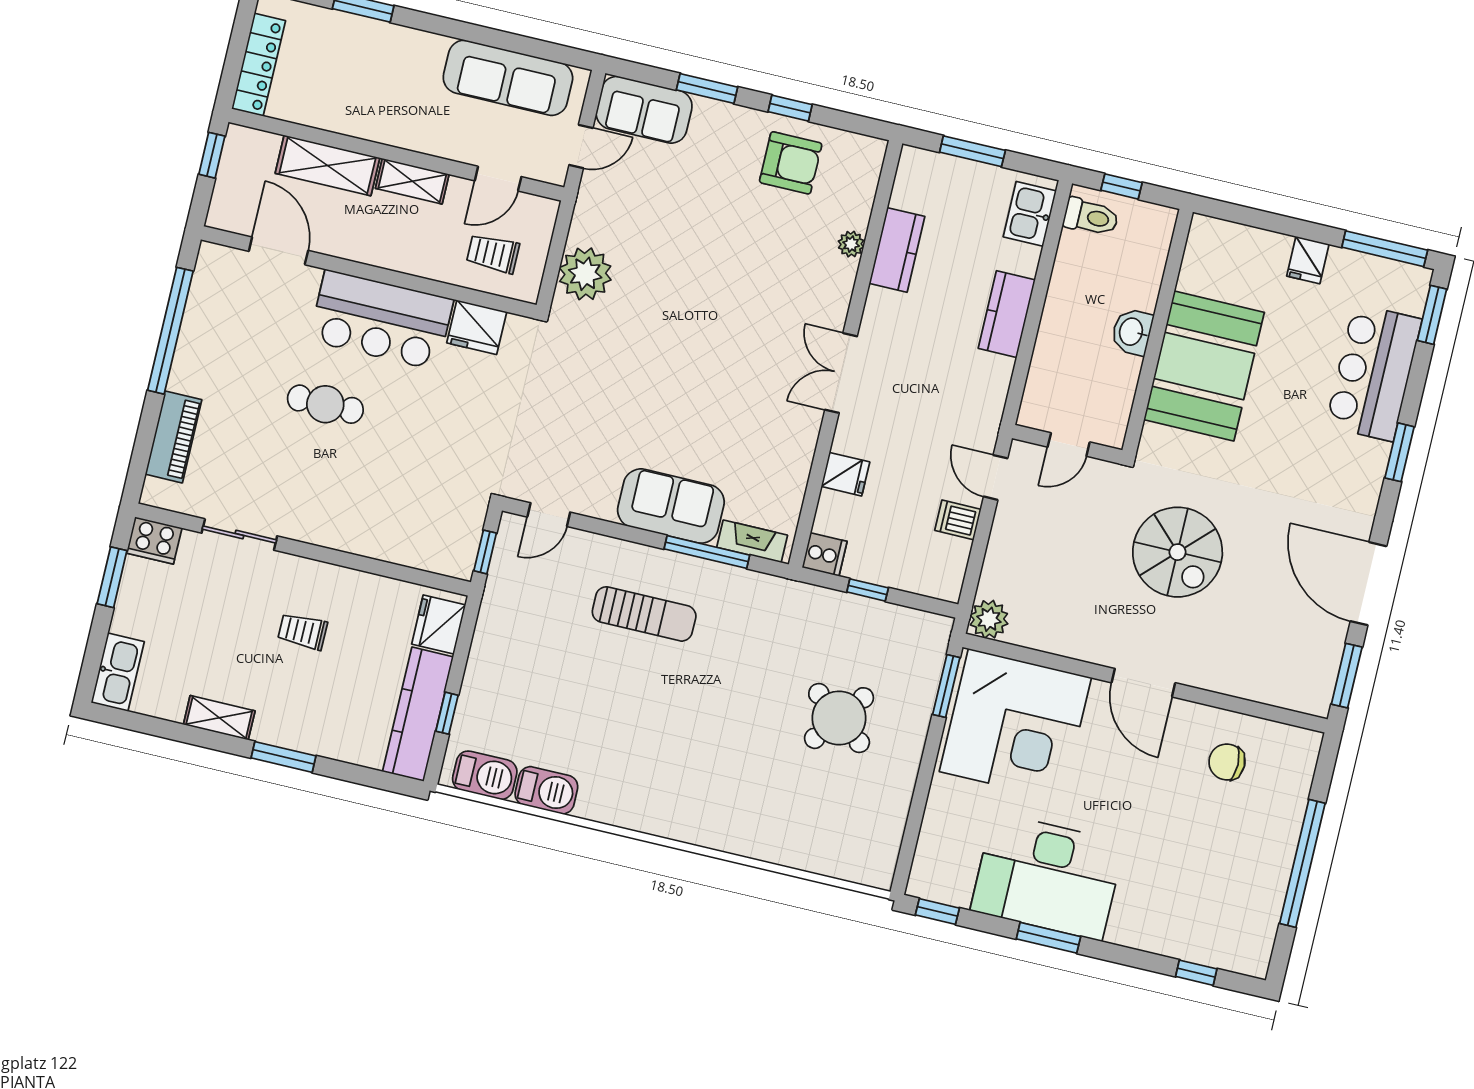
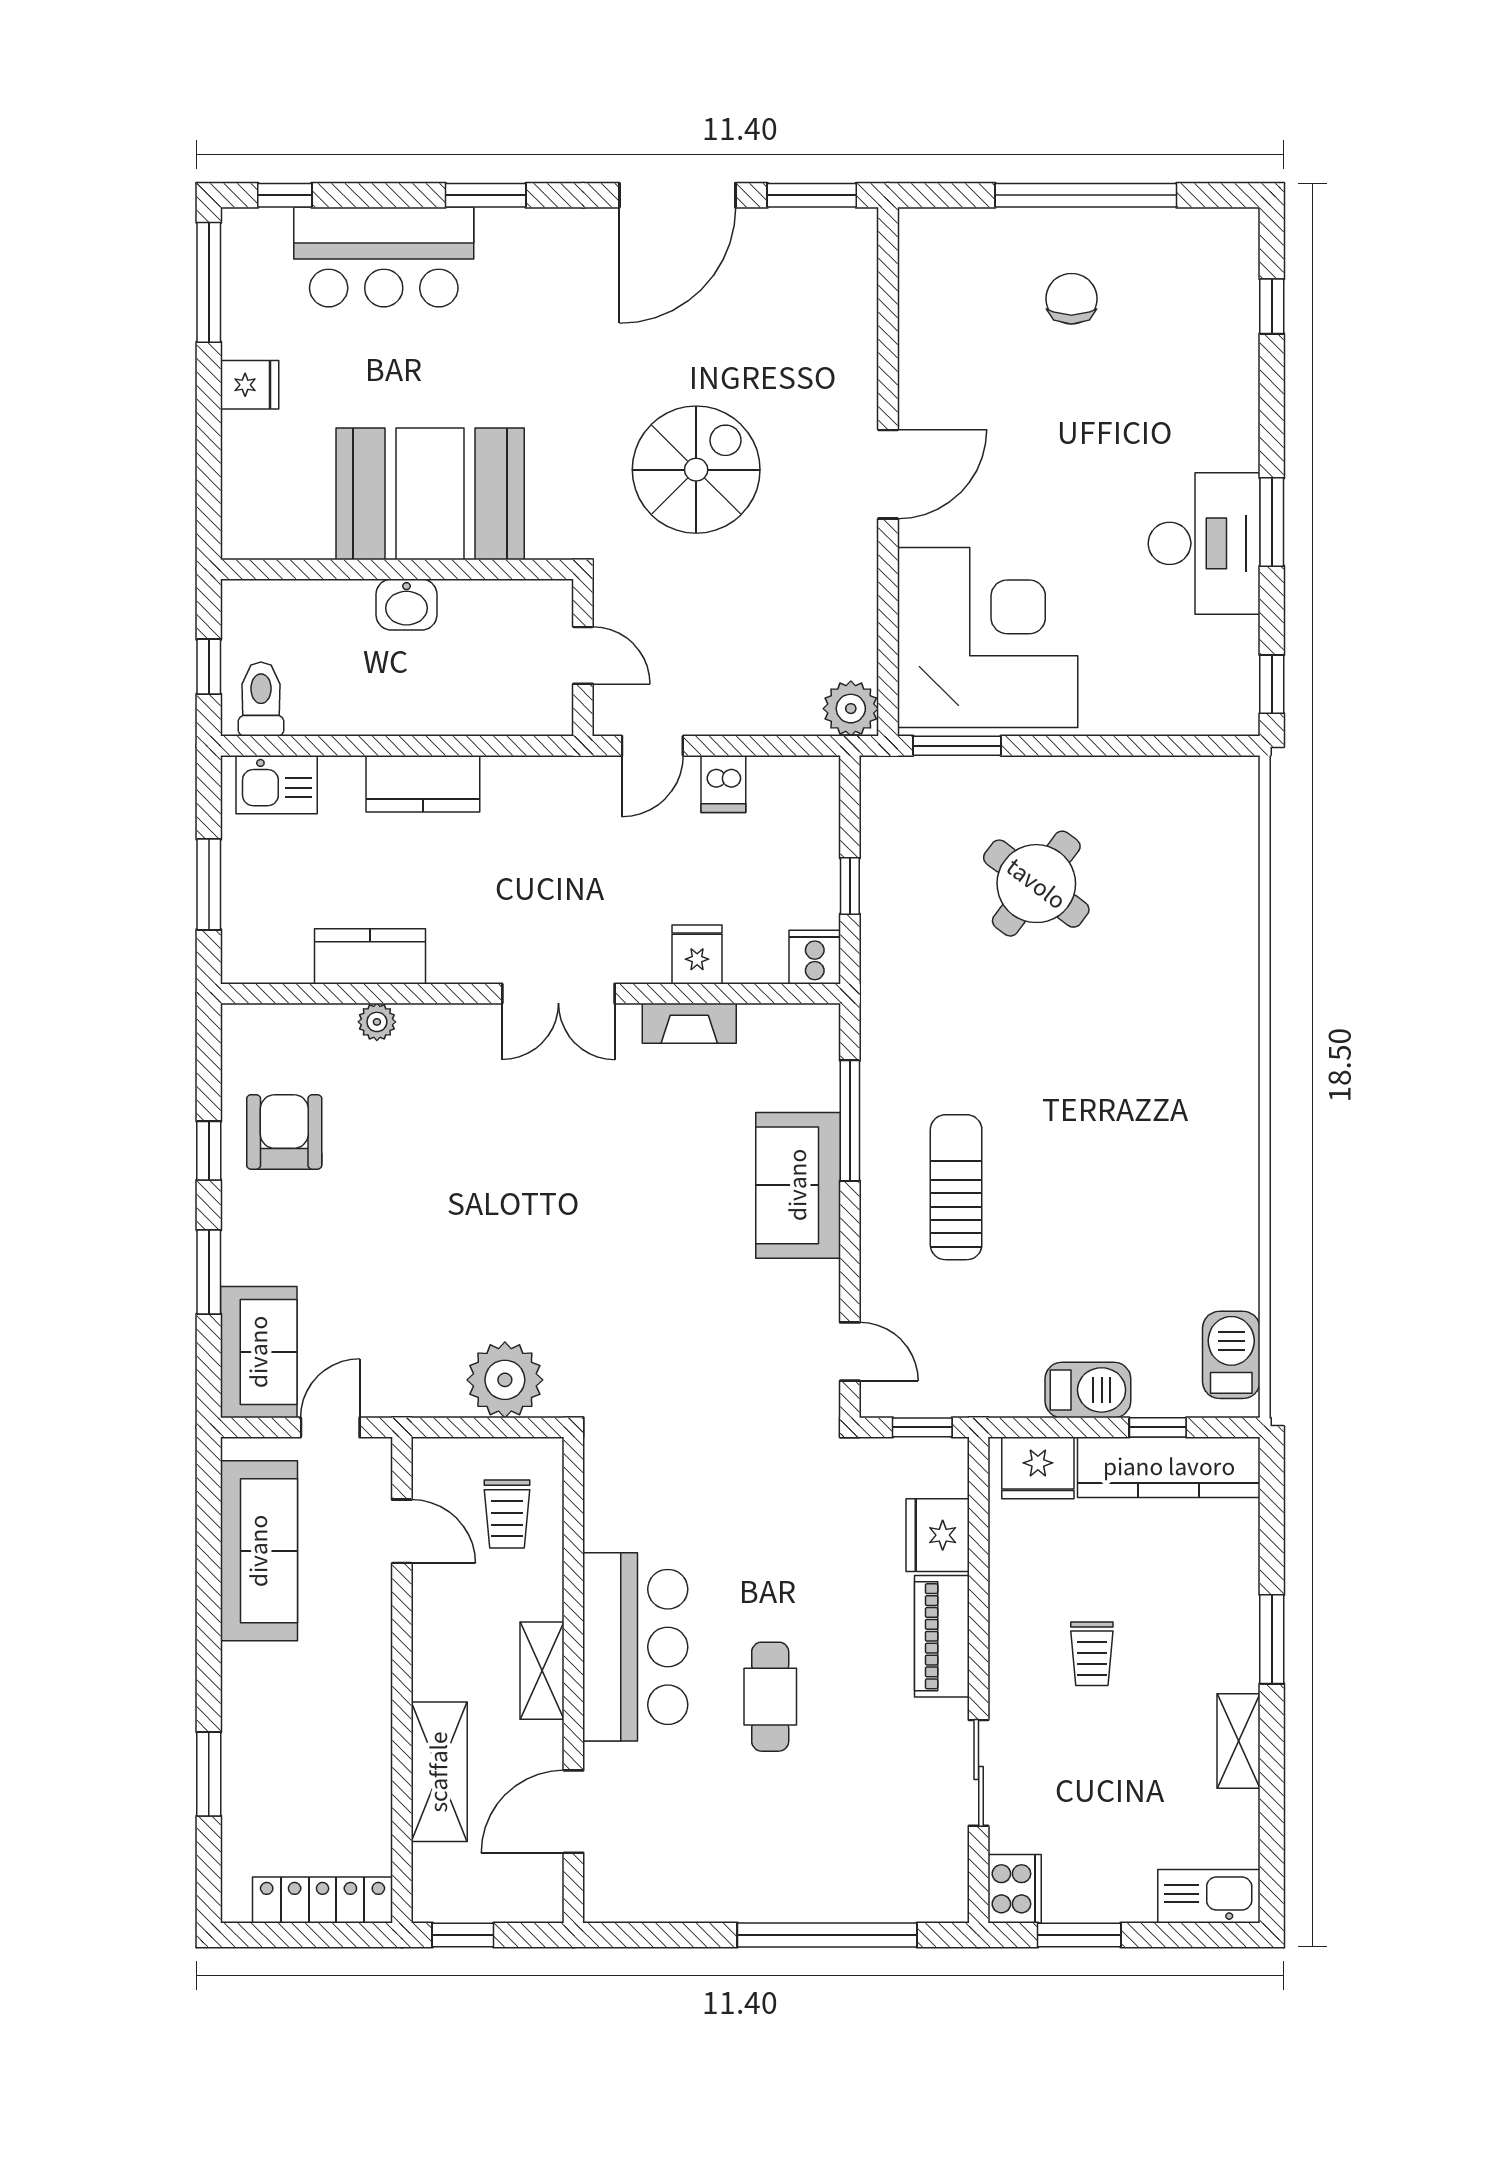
door: (581, 146) -> (330, 1427), hinge flipped
shelving: (412, 181) -> (542, 1671), moved
window: (1432, 315) -> (285, 195), width x0.67
fridge: (477, 327) -> (938, 1535), moved, turned 180
window: (170, 331) -> (827, 1935), moved
piano: (174, 437) -> (942, 1636), moved, turned -90
fireplace: (752, 541) -> (689, 1023), moved, turned -90
chair: (1227, 762) -> (1071, 299), moved, turned 180
barbecue: (546, 790) -> (1088, 1390), moved, turned 90
desk: (1047, 877) -> (1204, 543), width x0.73, depth x0.77

